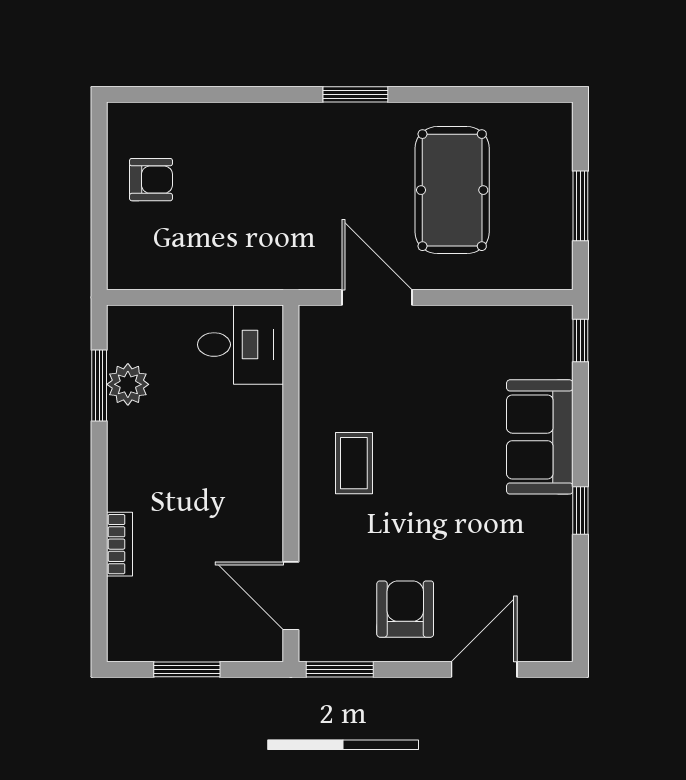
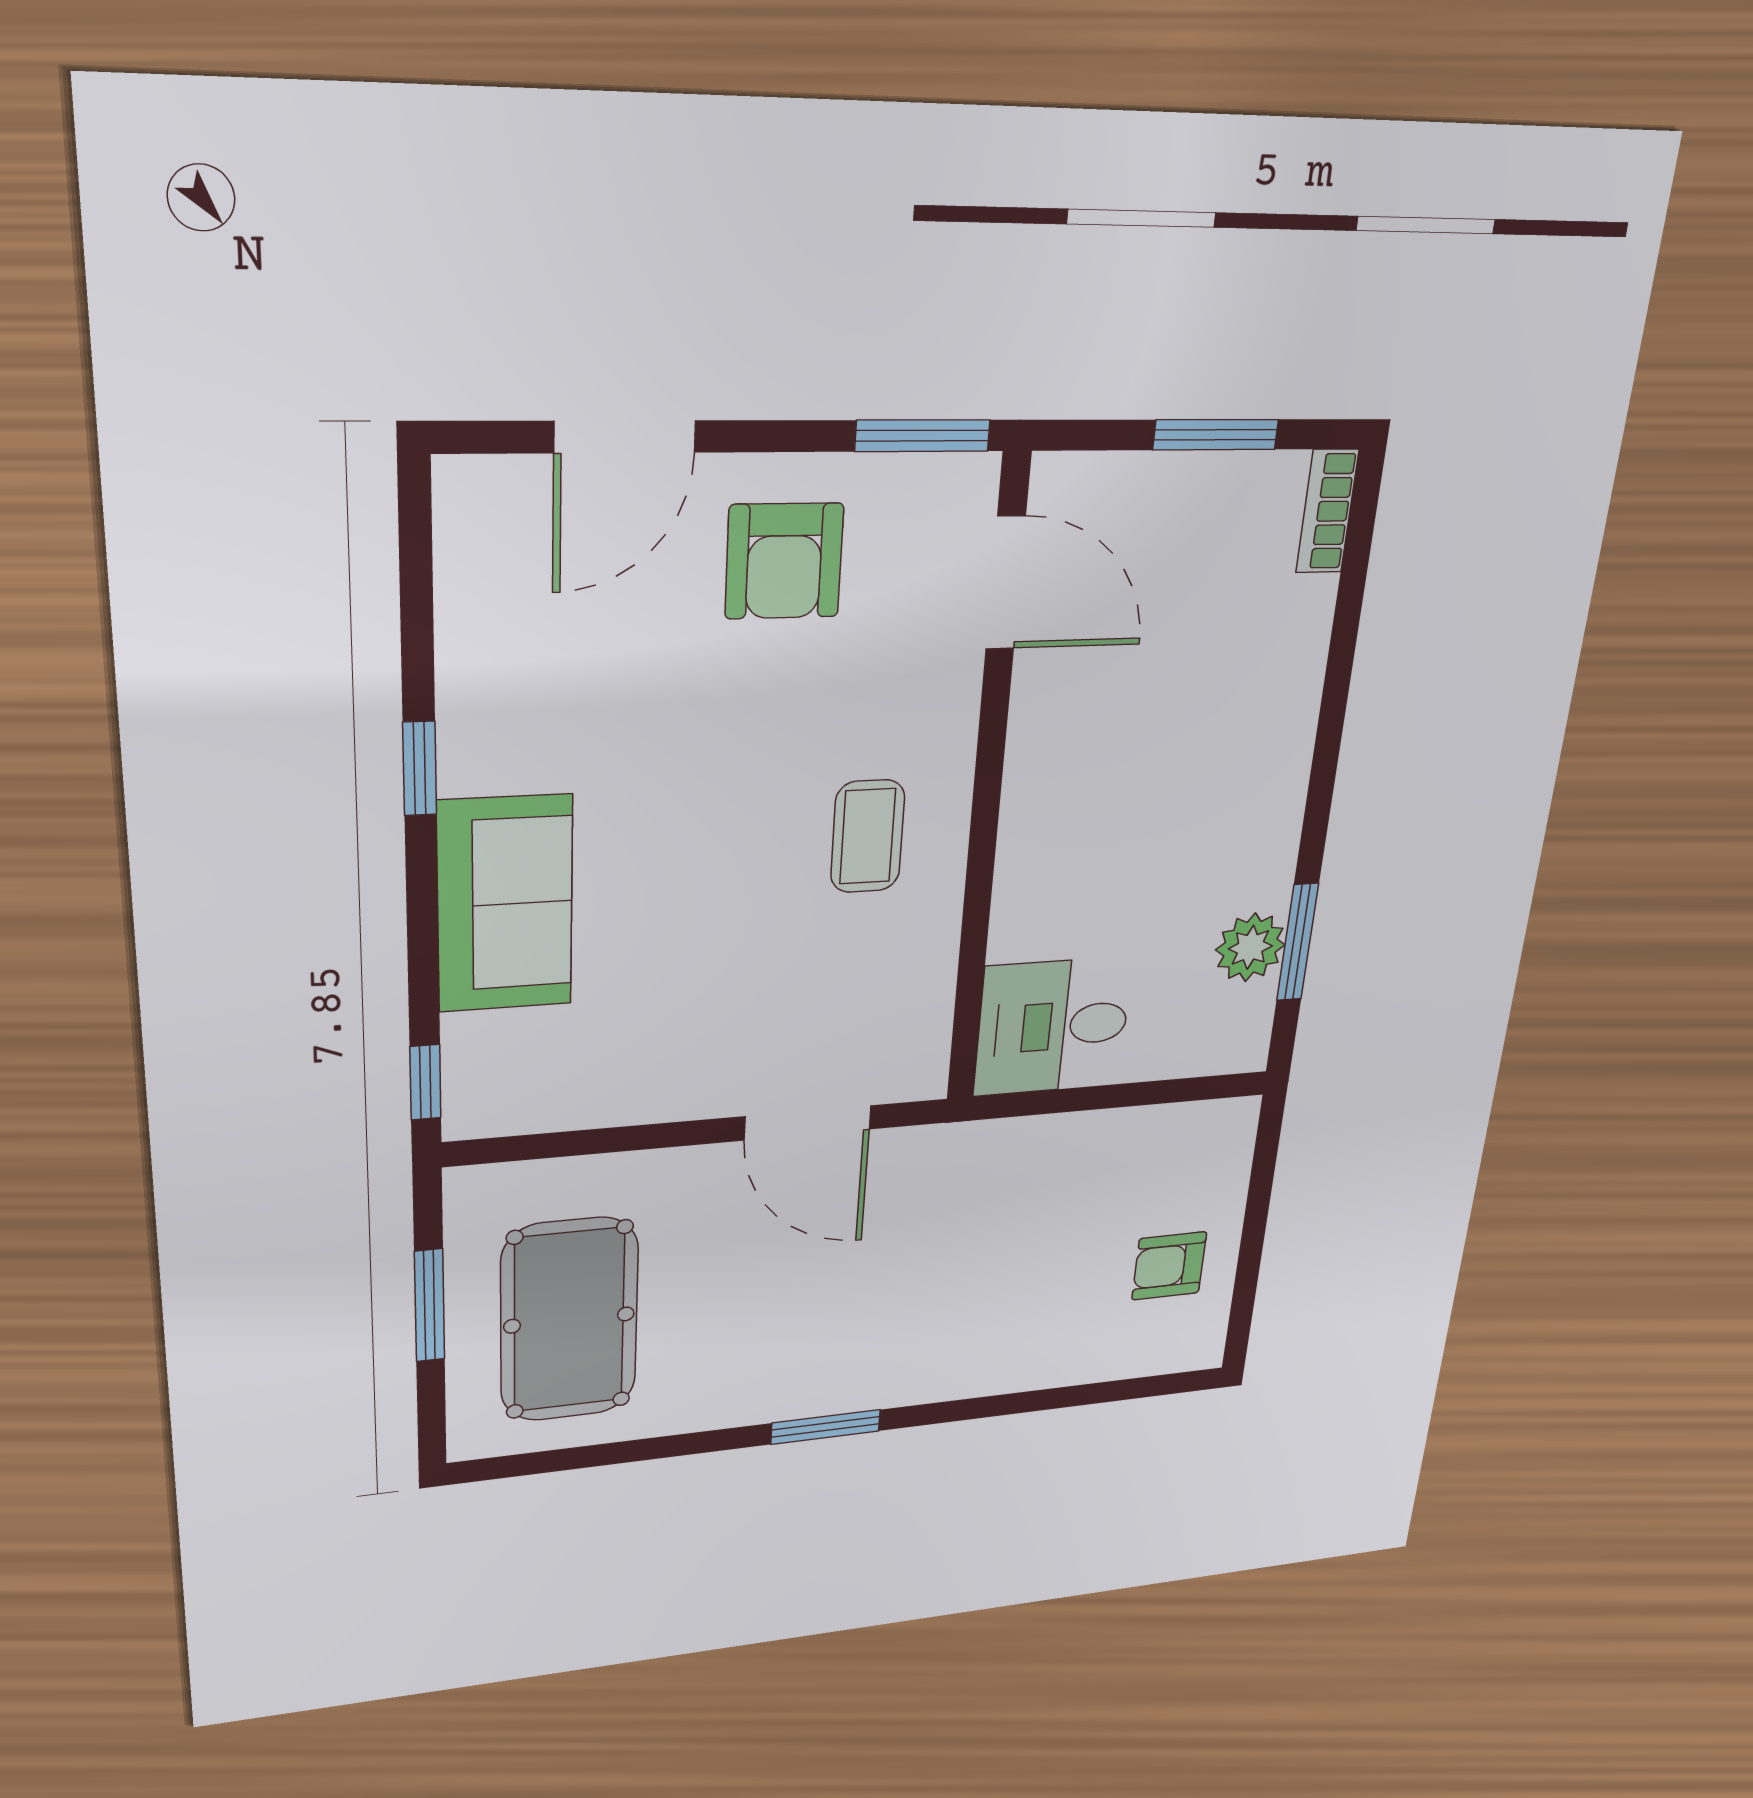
pool table: (452, 190) -> (569, 1320), moved
bookcase: (120, 544) -> (1327, 511), moved

